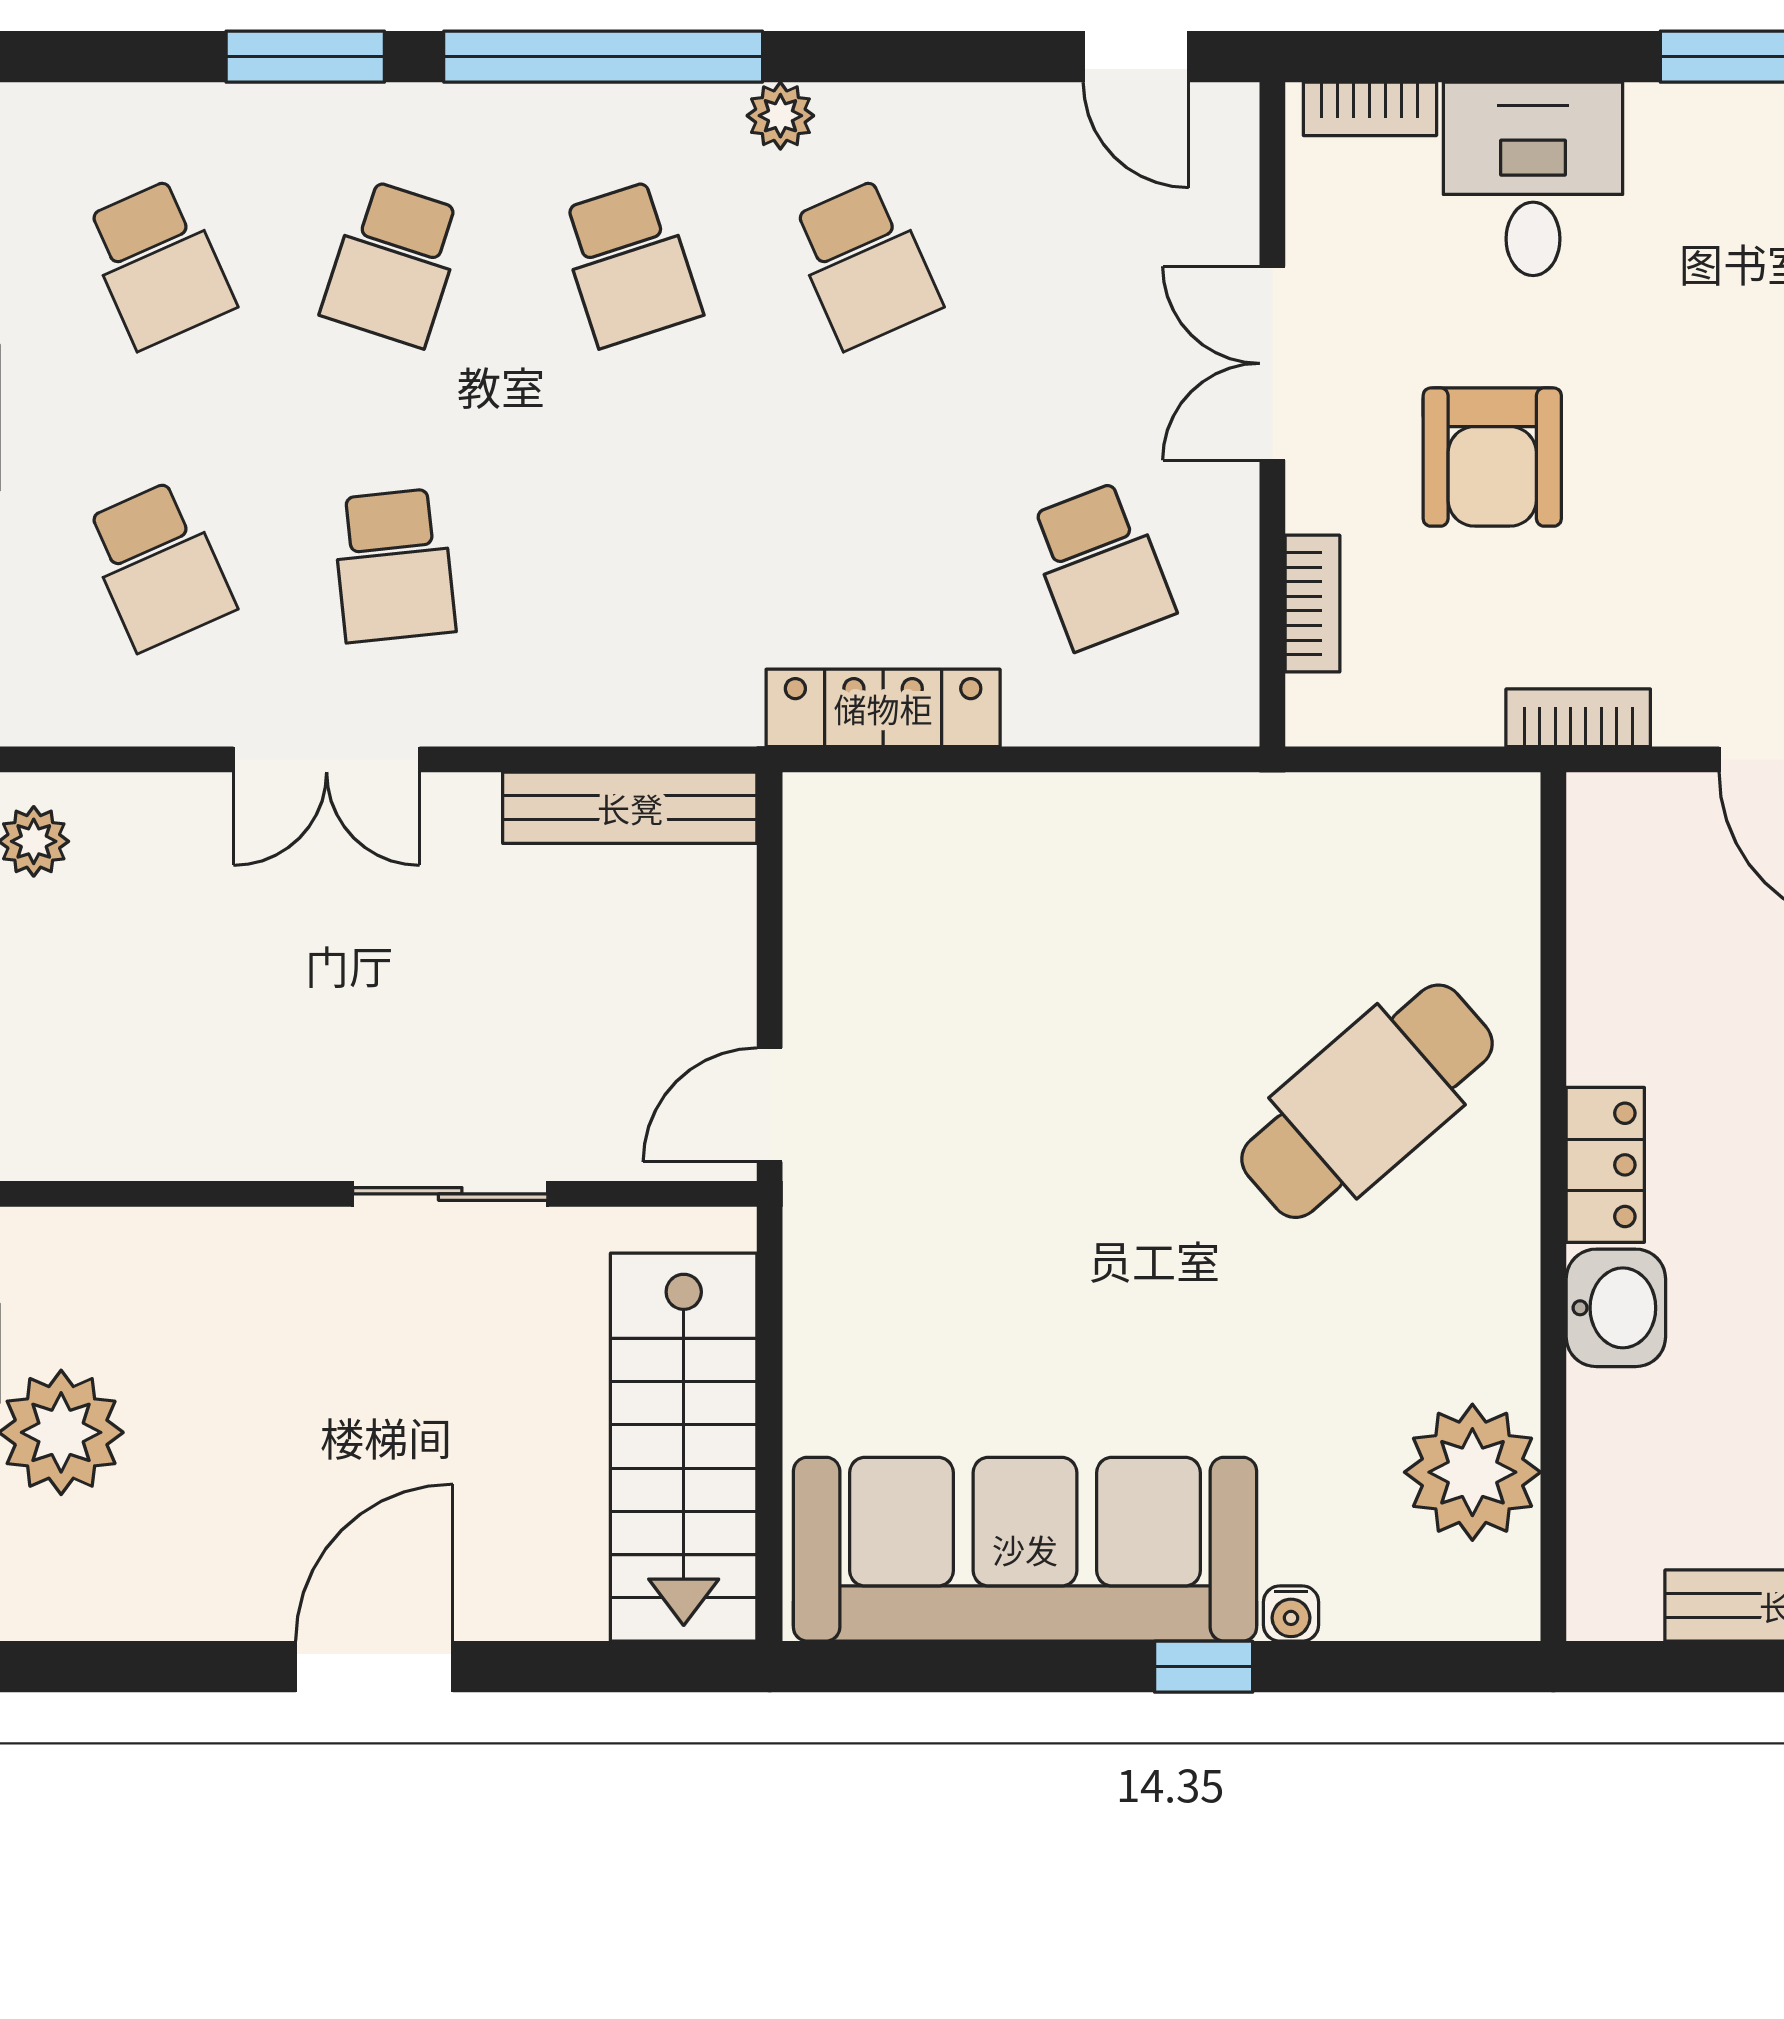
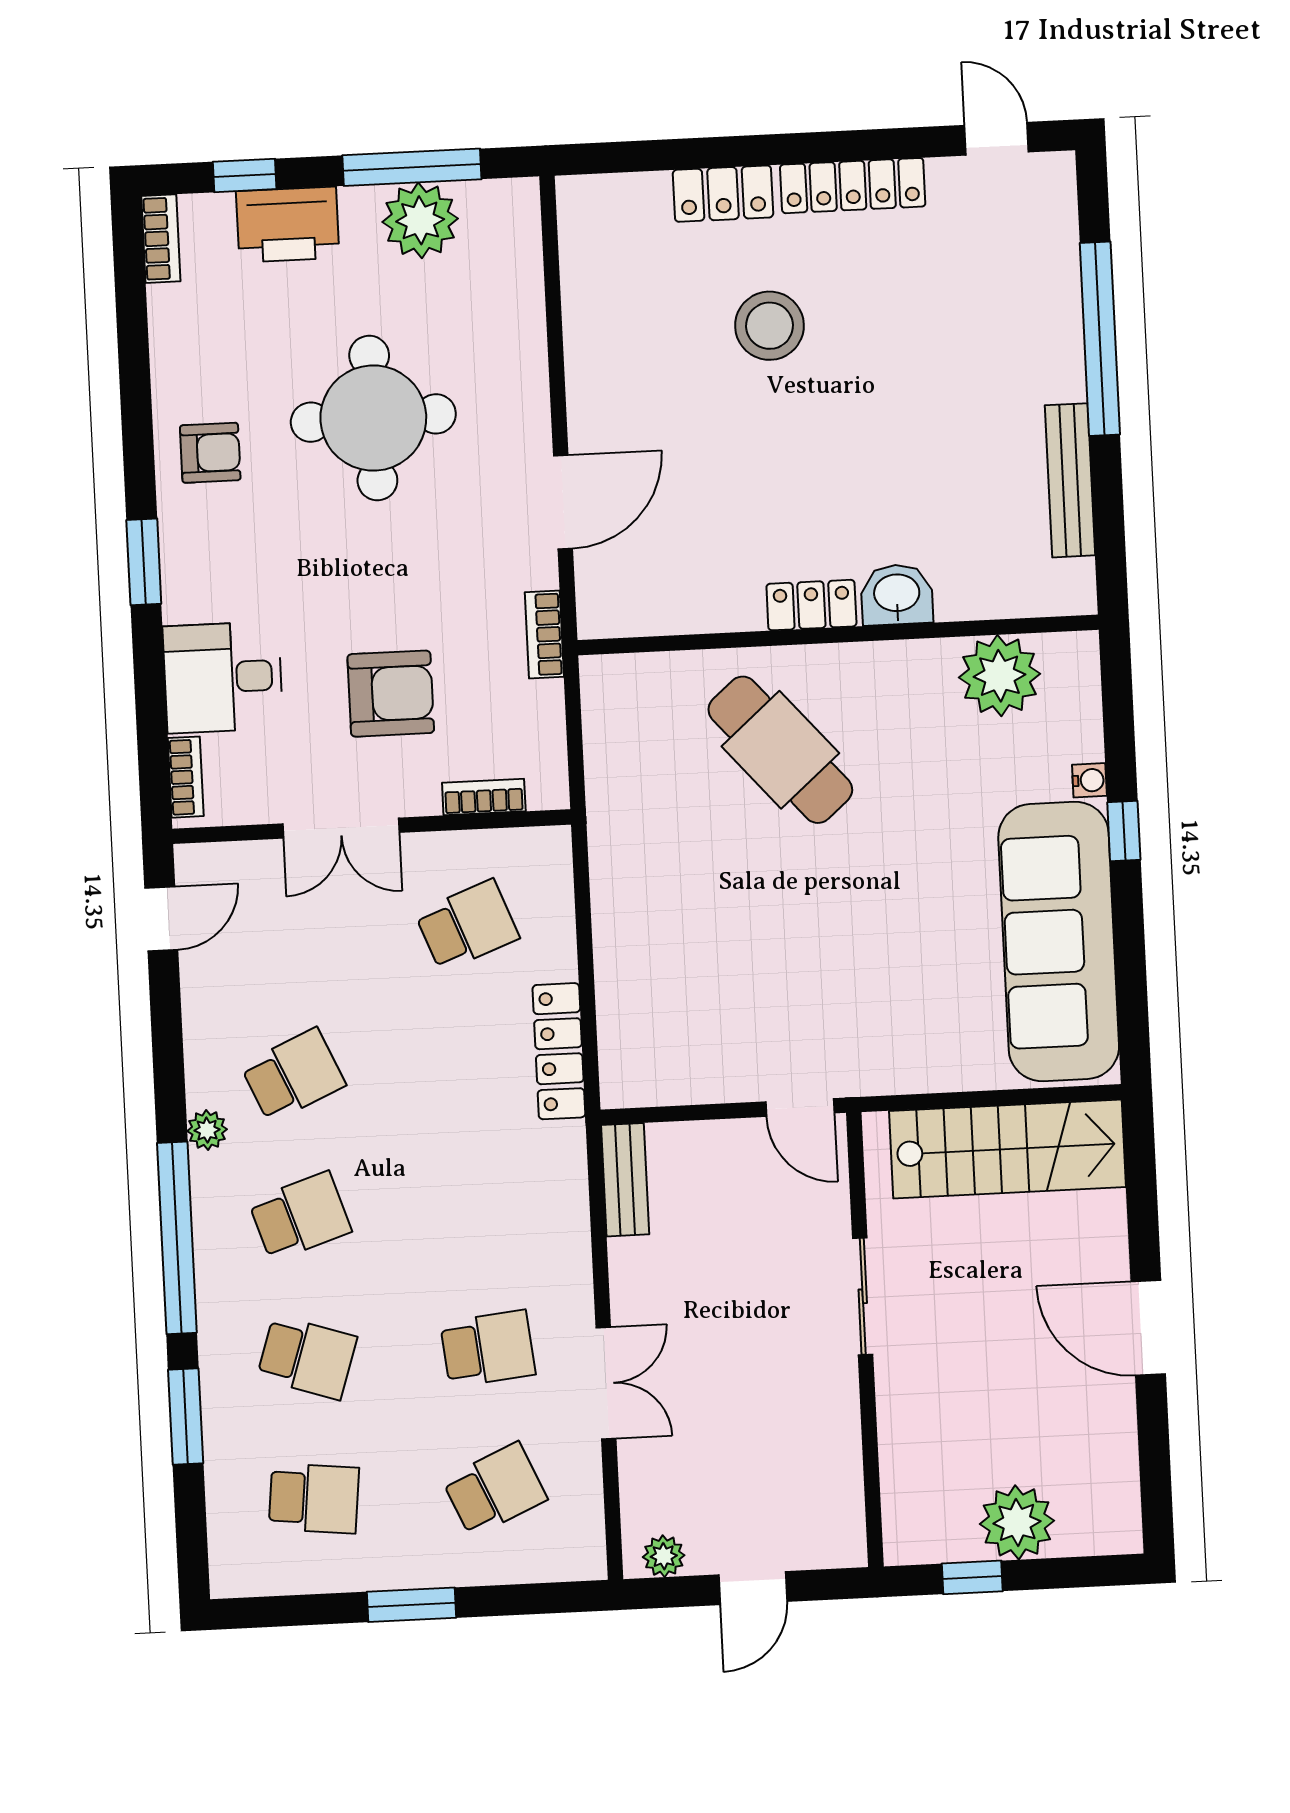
school desk: (158, 263) -> (314, 1498), turned 30
bench: (630, 808) -> (625, 1180), width x0.73

